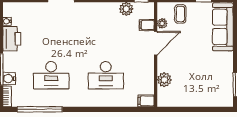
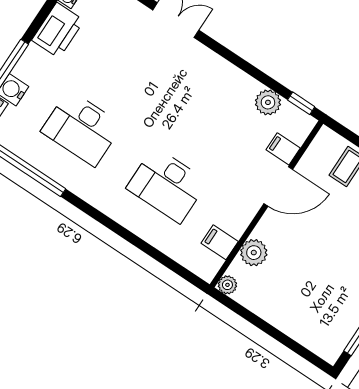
plant: (162, 23) -> (227, 285), moved
filing cabinet: (146, 101) -> (220, 242), moved

